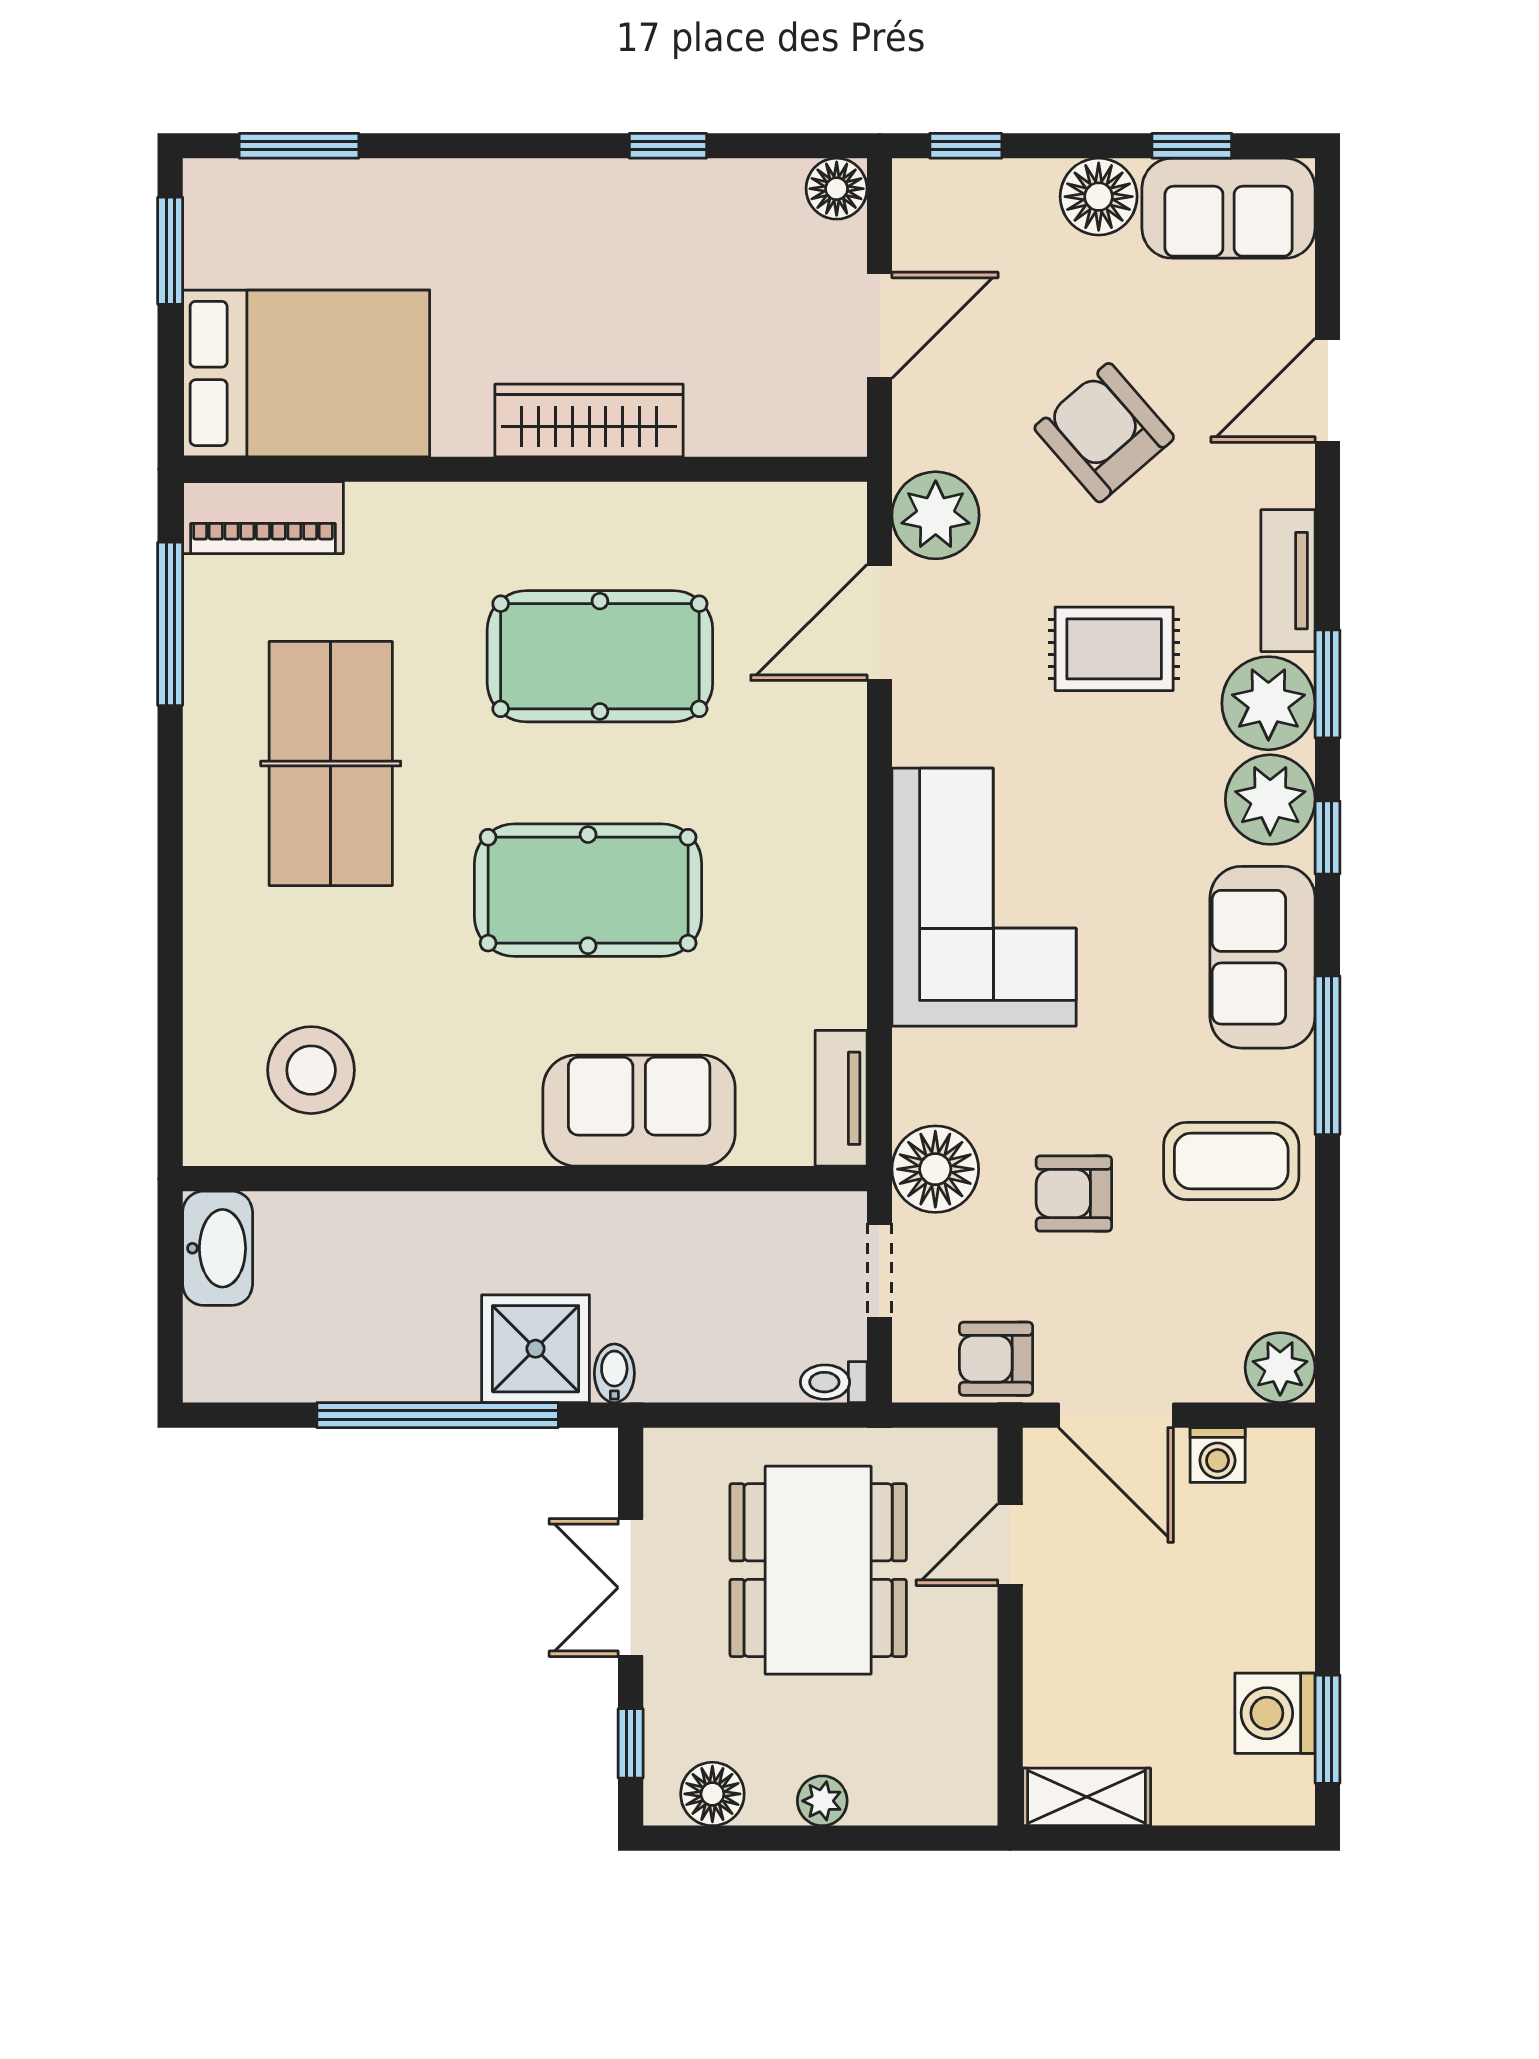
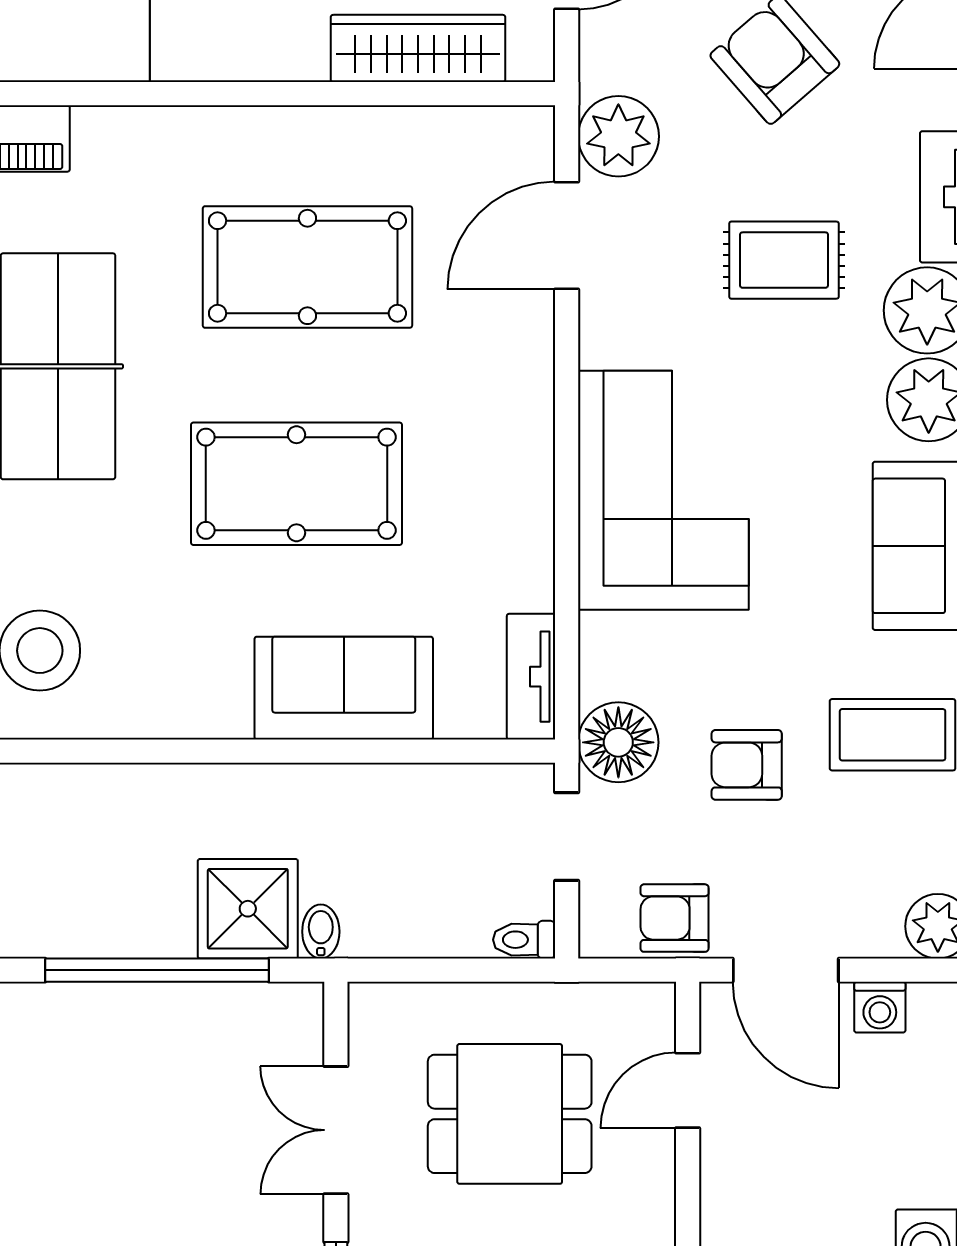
wardrobe: (589, 420) -> (418, 48), moved
dining table: (818, 1570) -> (510, 1114), width x0.73

